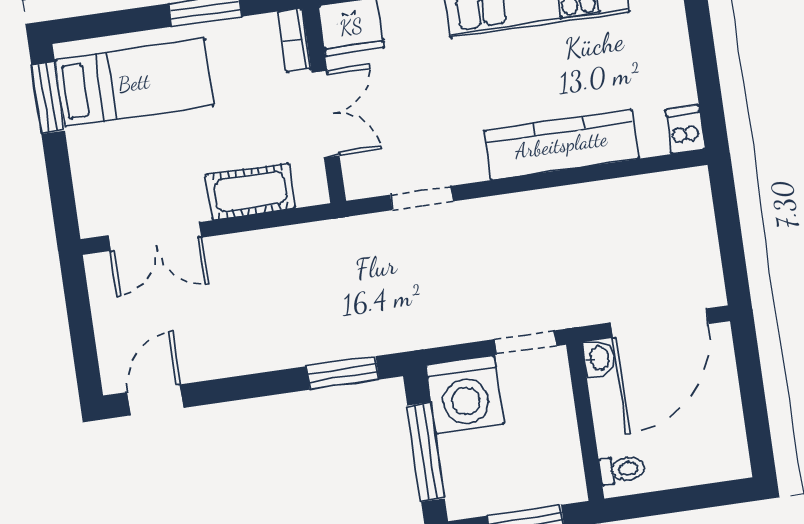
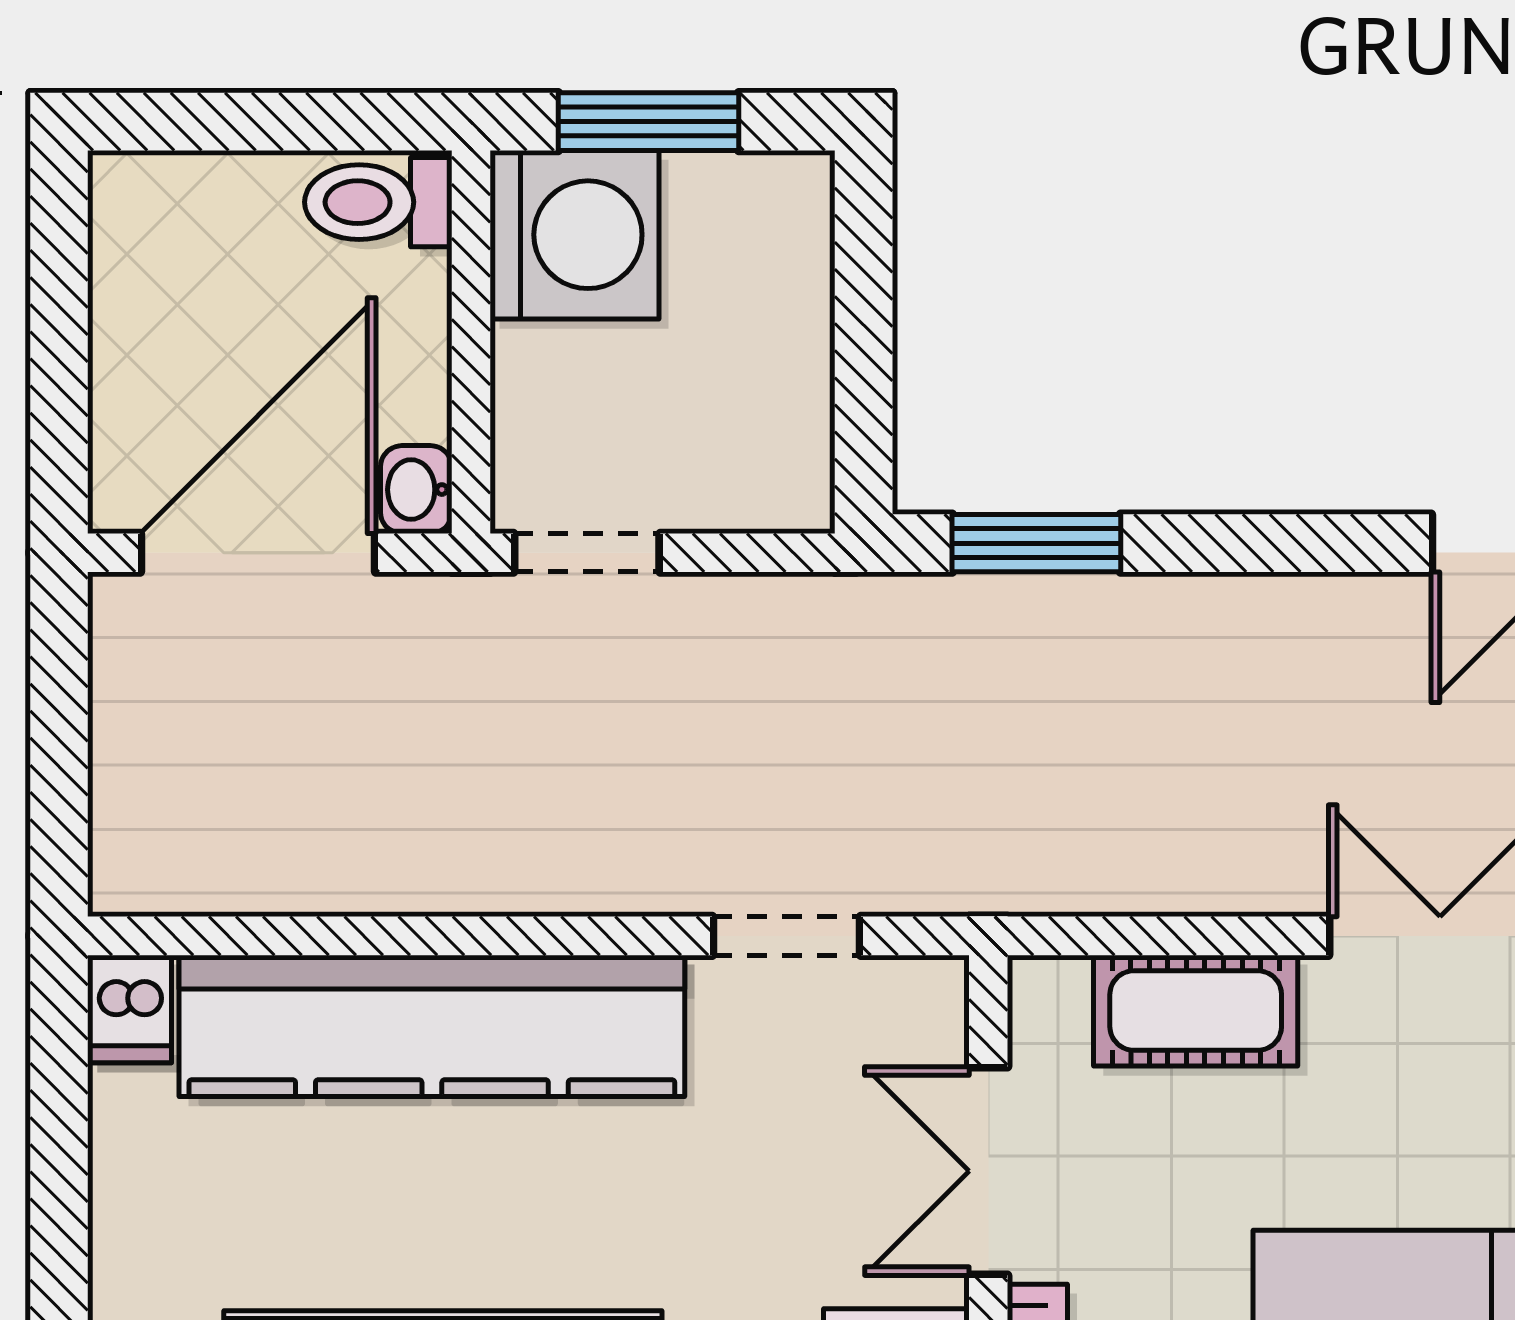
kitchen counter: (561, 145) -> (432, 1026), width x1.39, depth x1.17
washing machine: (465, 394) -> (574, 235), moved, turned 90
window: (426, 452) -> (864, 324), removed
toilet: (622, 469) -> (378, 202), width x1.37, depth x1.39

